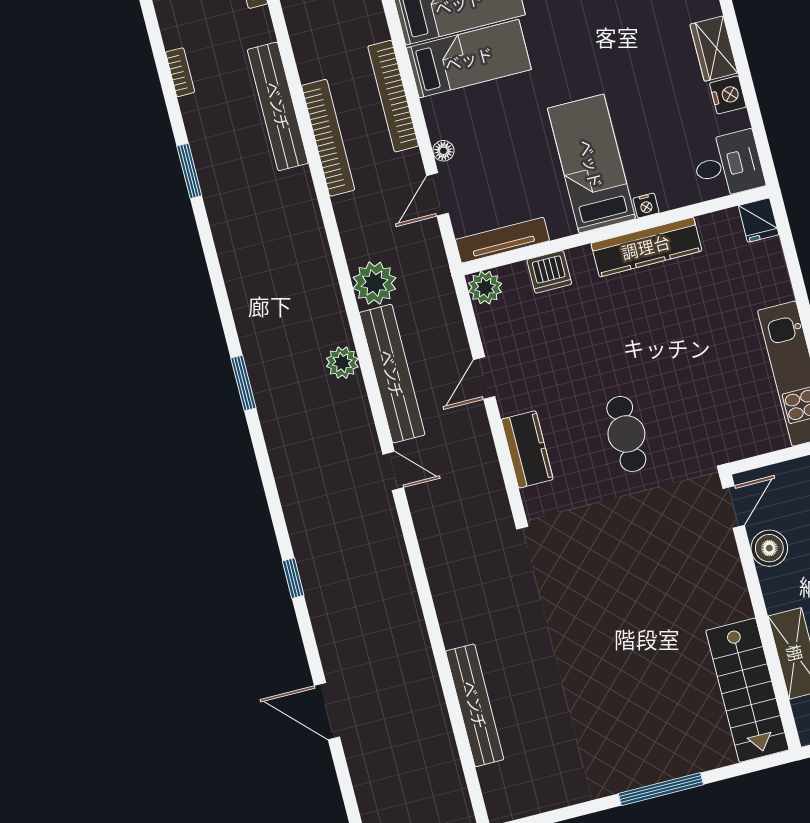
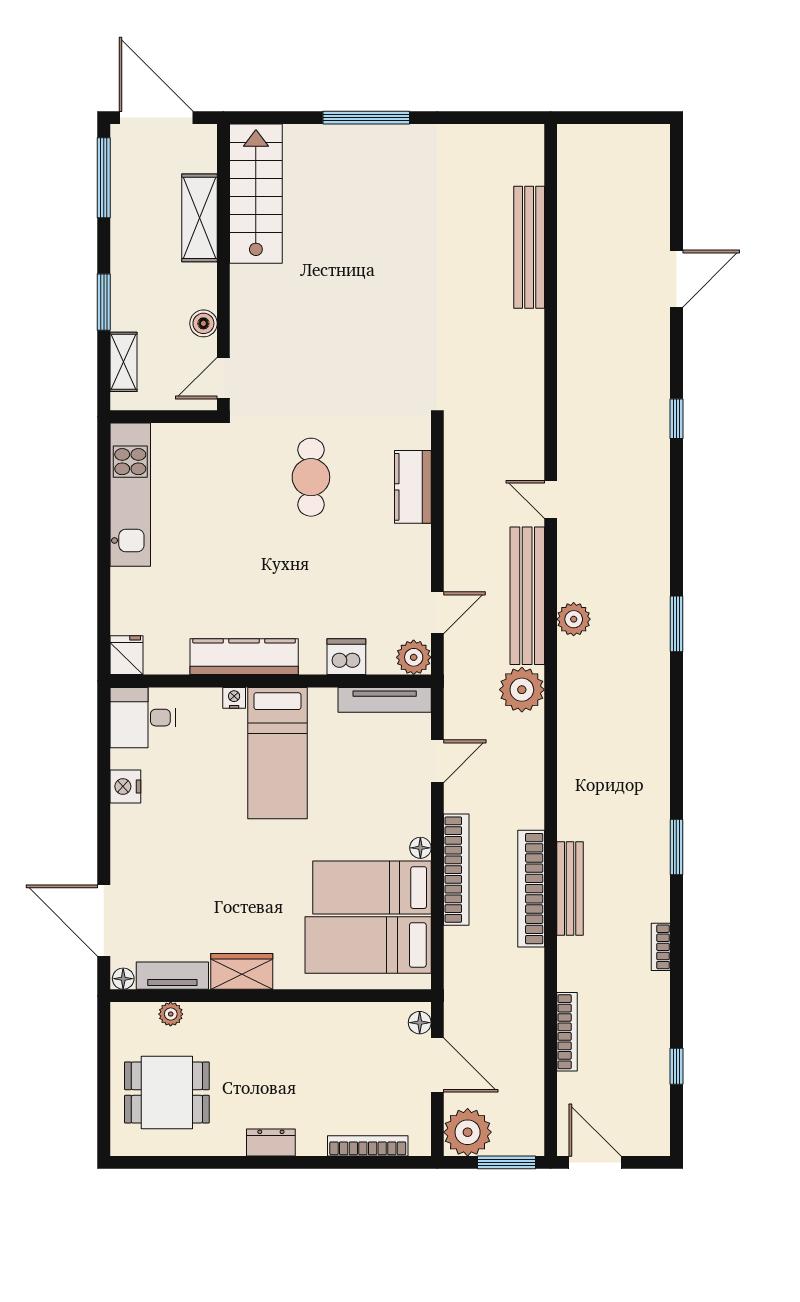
wardrobe: (714, 49) -> (128, 836), removed
bench: (278, 106) -> (570, 888), width x0.73, depth x0.82
bookcase: (328, 138) -> (531, 889), moved
floor lamp: (443, 151) -> (420, 848), moved
door: (484, 378) -> (437, 613), moved
boiler: (769, 548) -> (203, 323), width x0.73, depth x0.73
door: (327, 711) -> (676, 279), hinge flipped

